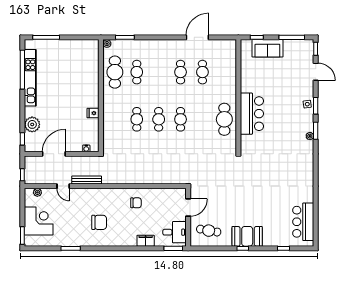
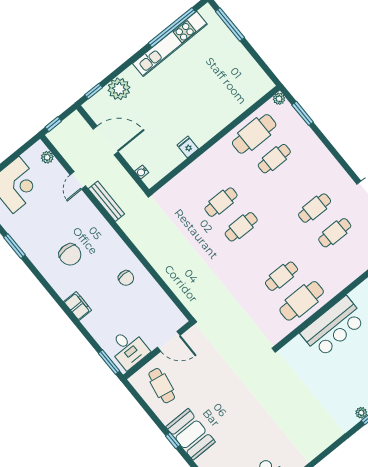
cafe table: (181, 119) -> (281, 276), moved
filing cabinet: (146, 241) -> (78, 306), moved

